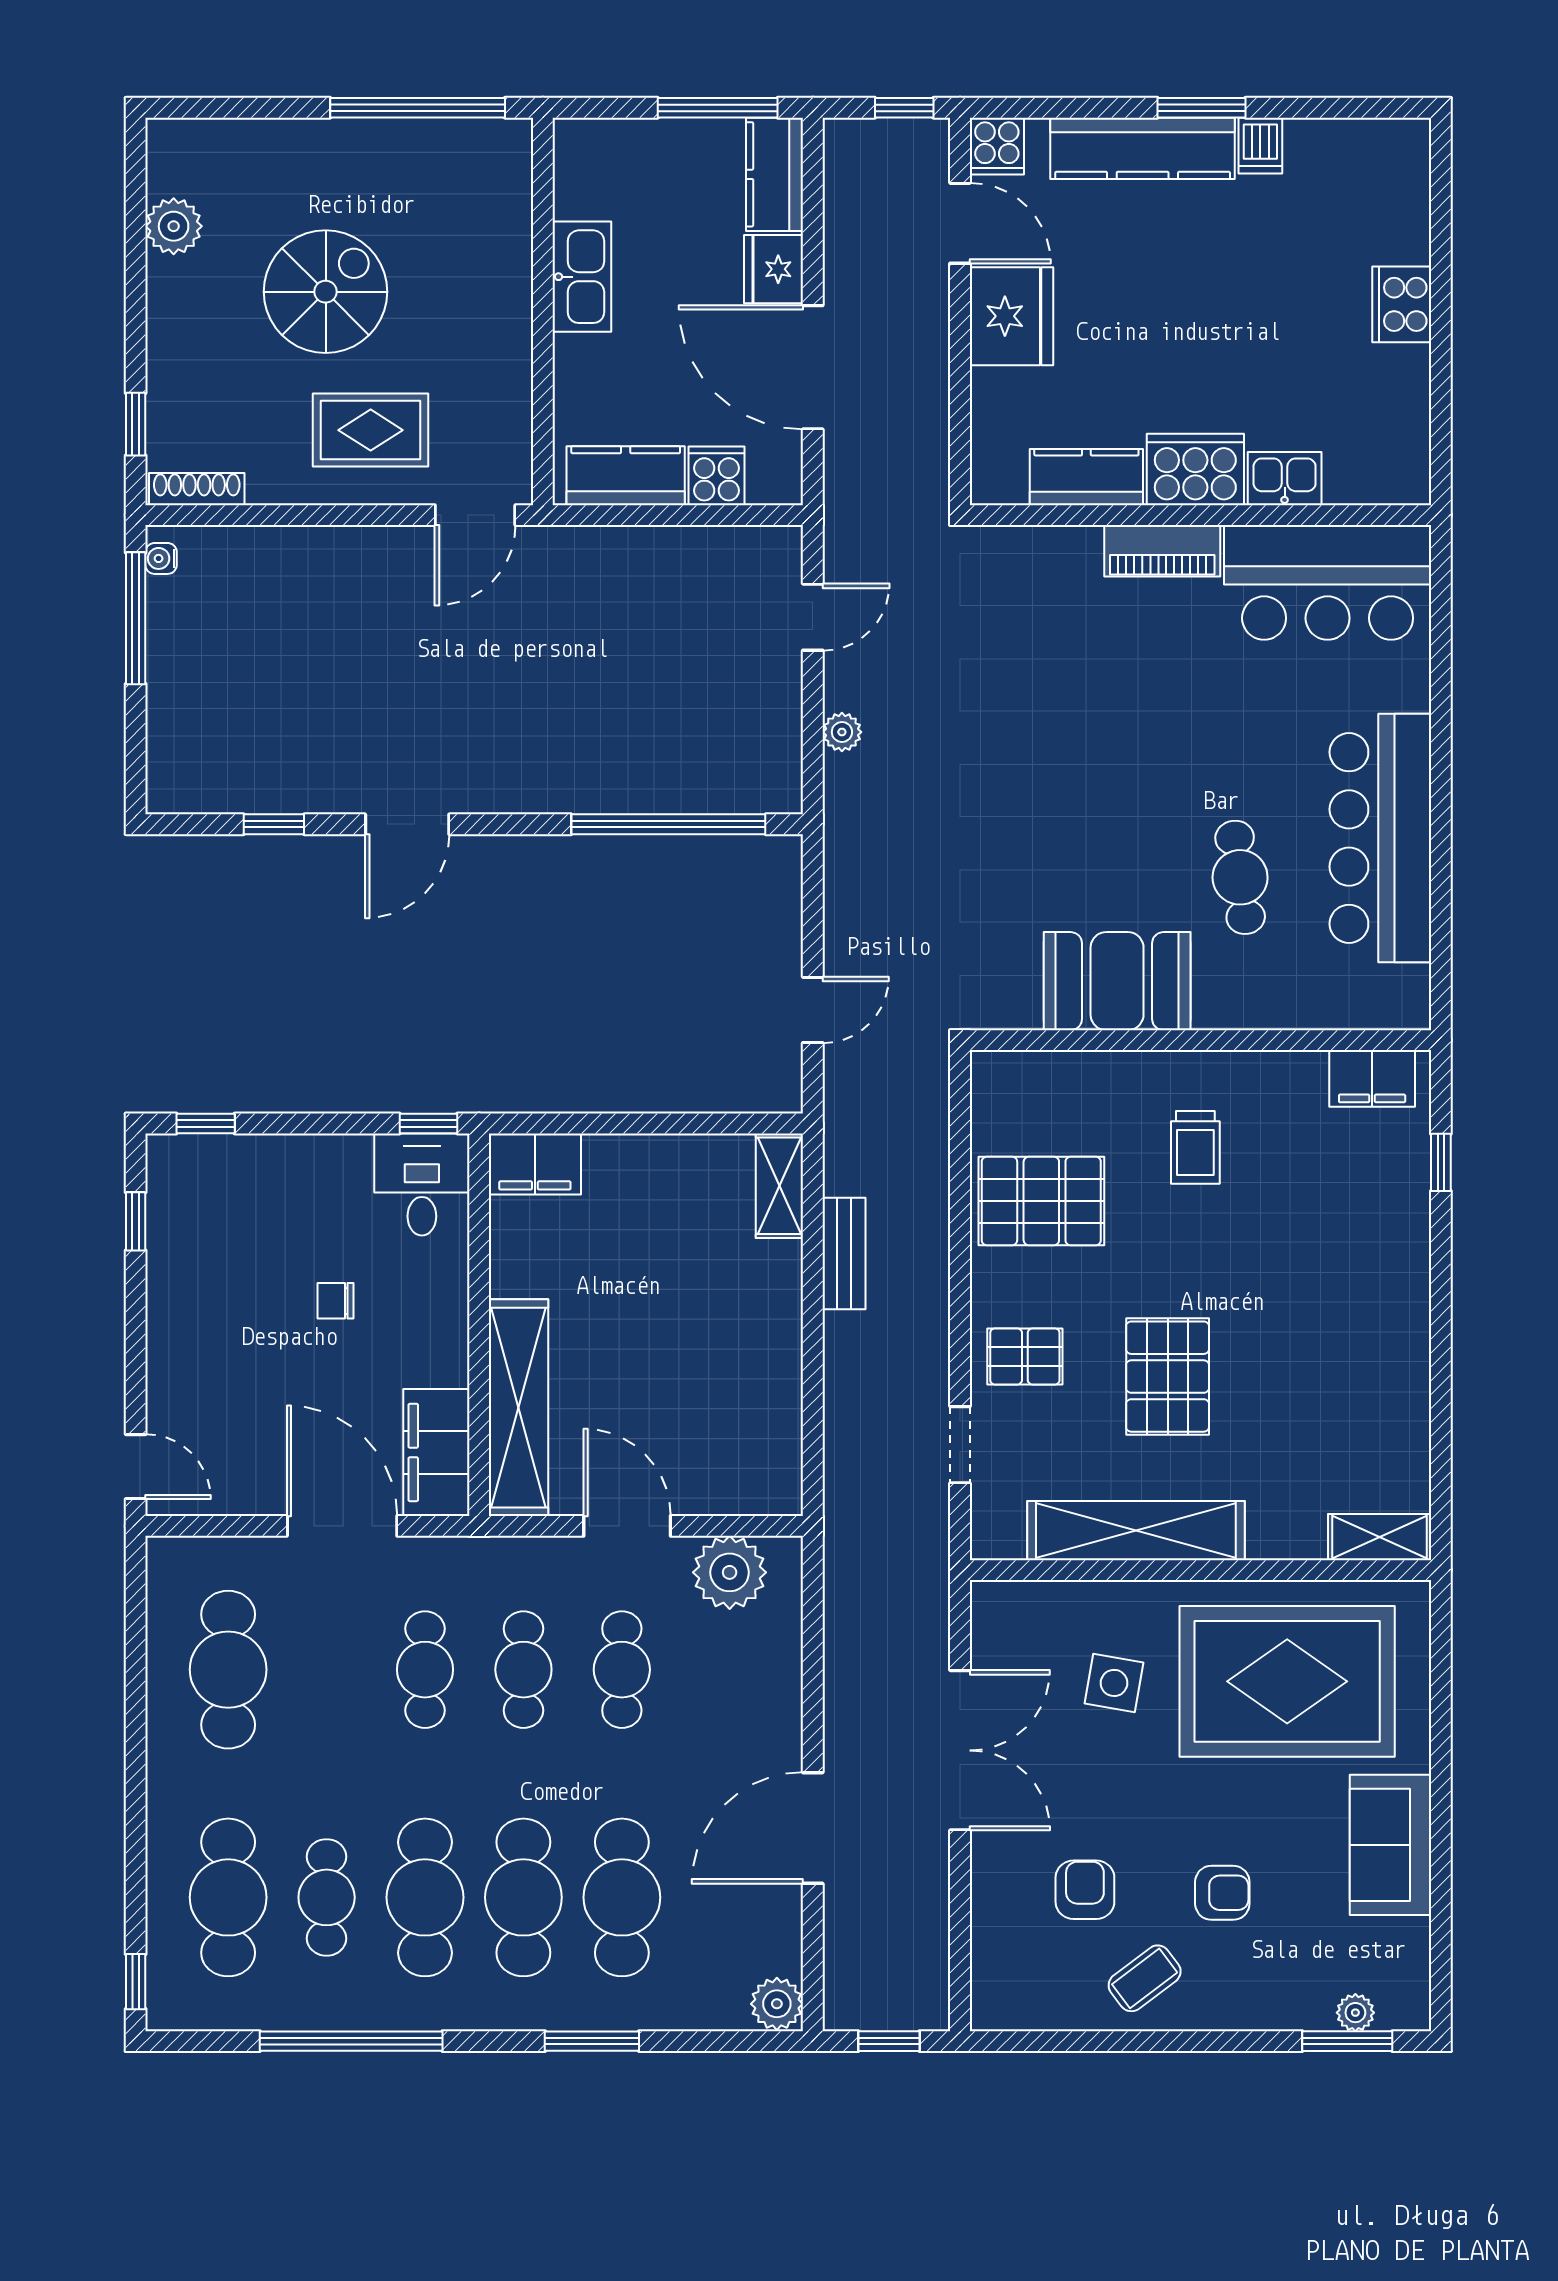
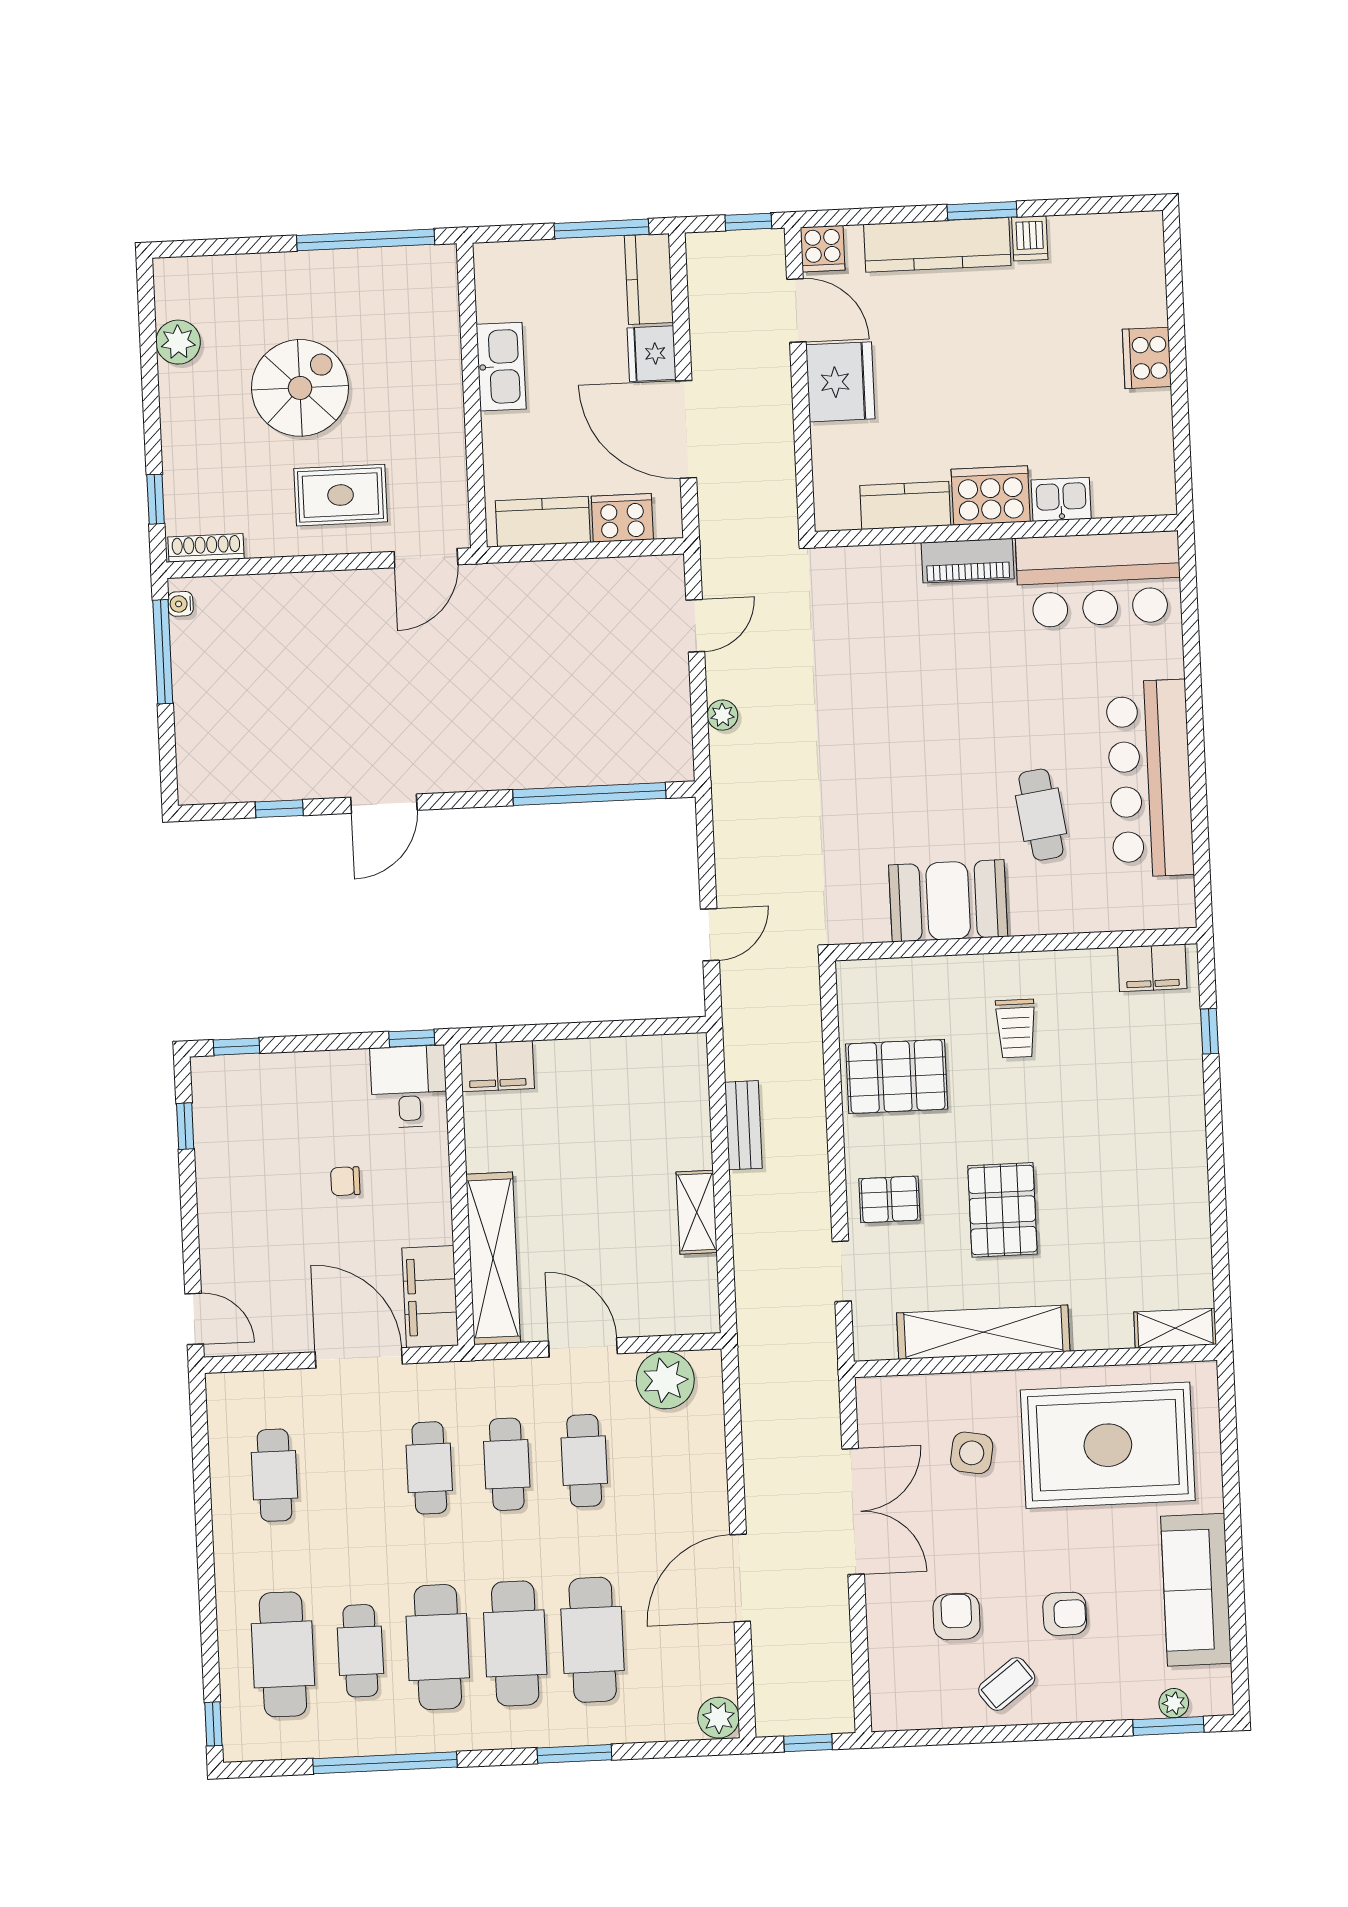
cooker: (717, 476) -> (622, 518), width x1.36
shelving: (779, 1186) -> (697, 1212), moved
cafe table: (228, 1670) -> (275, 1475), width x0.73, depth x0.74
sofa: (1390, 1845) -> (1196, 1590), width x1.36

